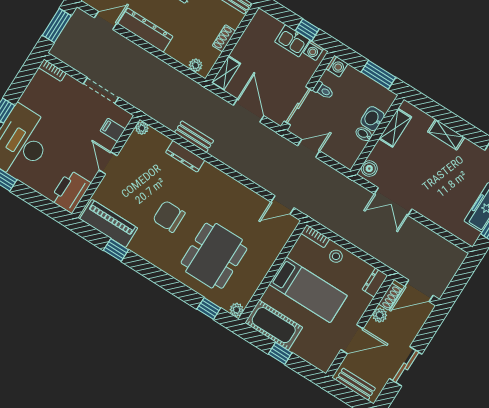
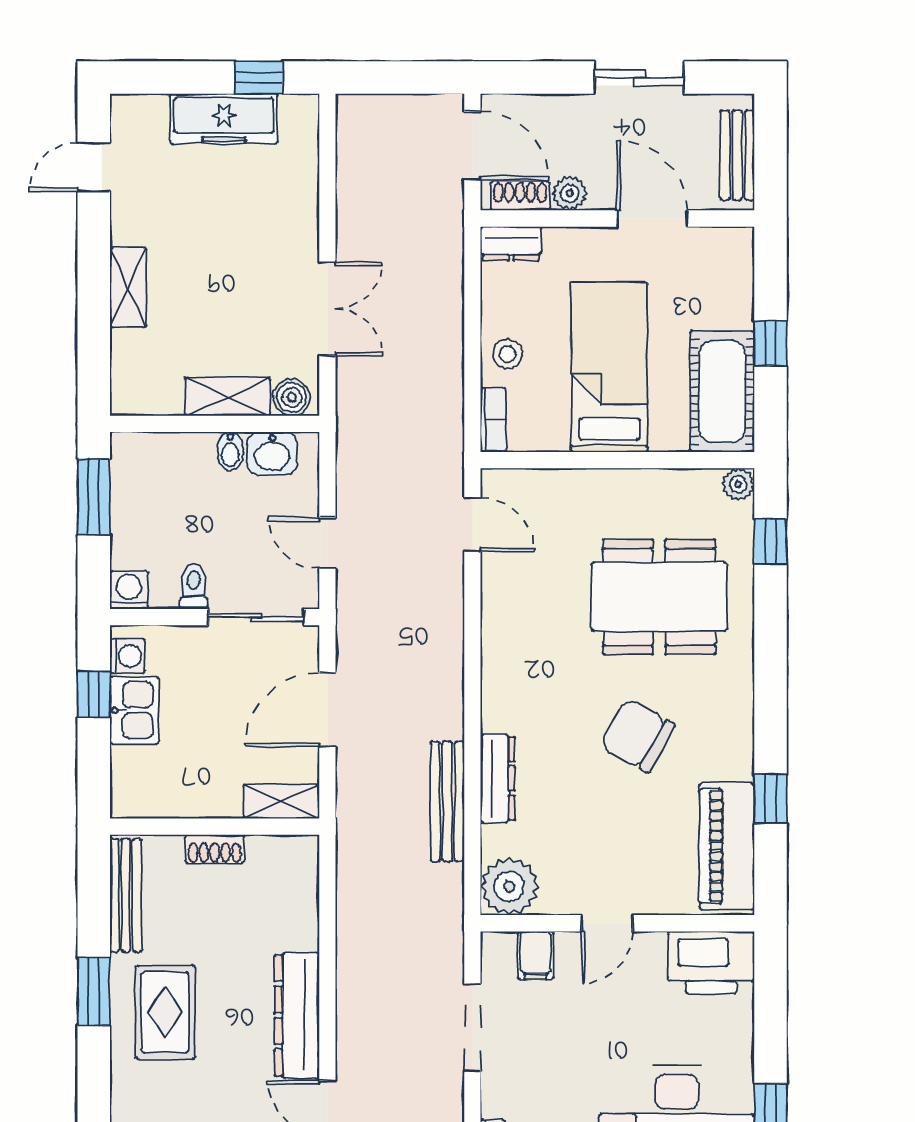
plant: (196, 65) -> (304, 872), removed
washbasin: (373, 119) -> (272, 453), moved
plant: (142, 128) -> (509, 886), width x1.88, depth x1.88
shelving: (395, 128) -> (228, 397), moved
bench: (194, 137) -> (447, 802), width x1.36
chair: (169, 216) -> (637, 735), turned 119

